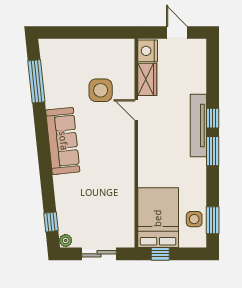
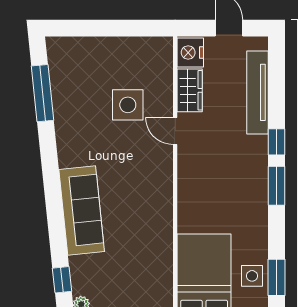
tv unit: (198, 126) -> (258, 92), moved
sofa: (63, 141) -> (82, 210), moved

